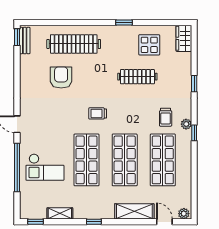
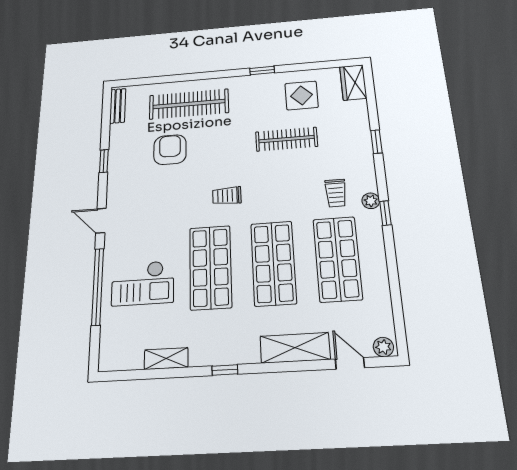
window: (17, 37) -> (104, 161), moved
window: (35, 222) -> (124, 375), removed

